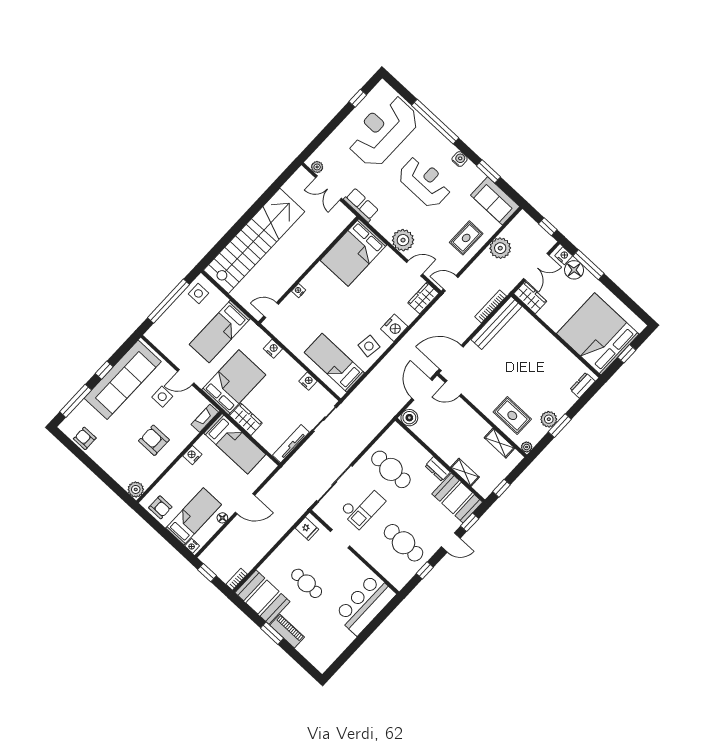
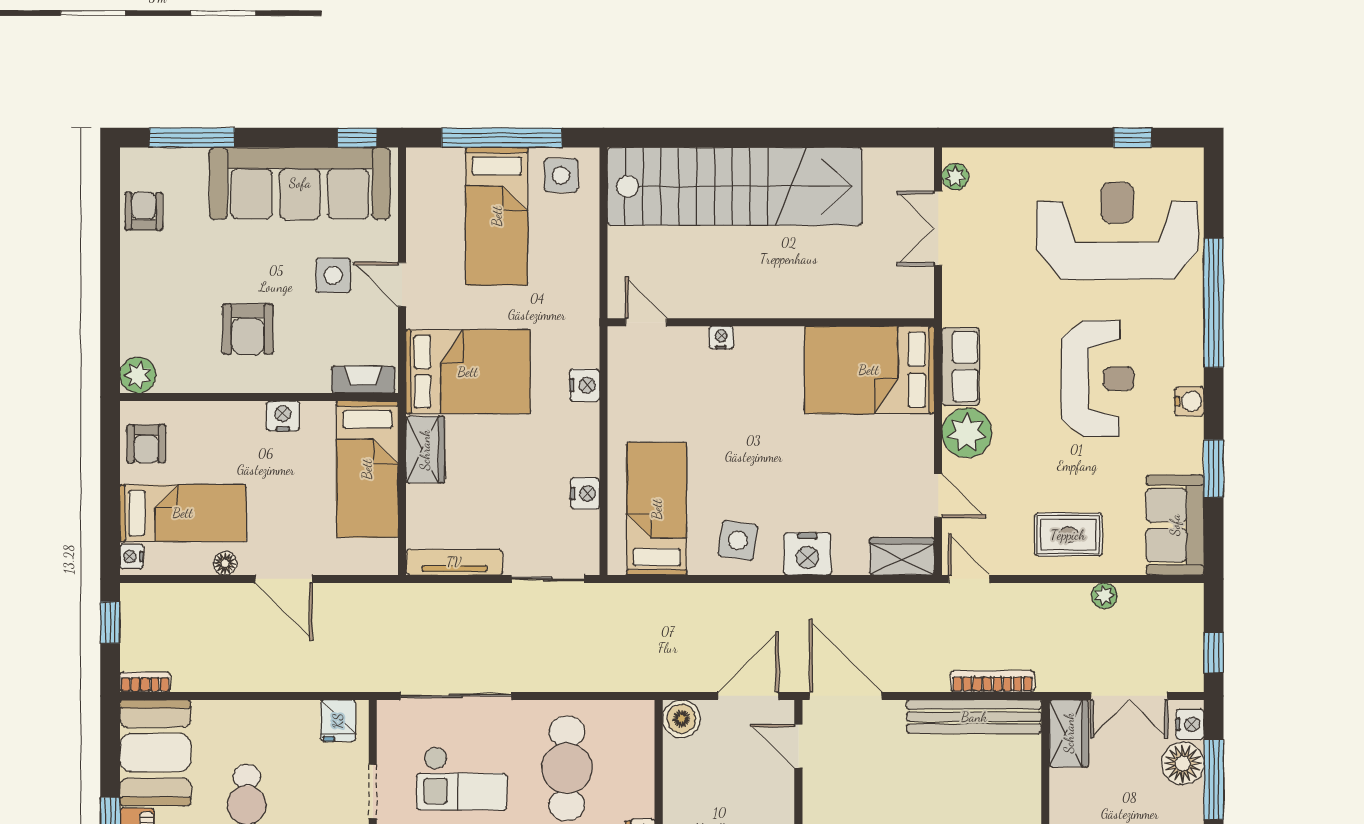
row of seats: (361, 205) -> (961, 366), moved
plant: (500, 248) -> (1104, 596), width x0.53, depth x0.53
bed: (220, 332) -> (497, 216), moved, turned -90
window: (104, 370) -> (357, 138), moved
armchair: (154, 440) -> (248, 329), turned 180

